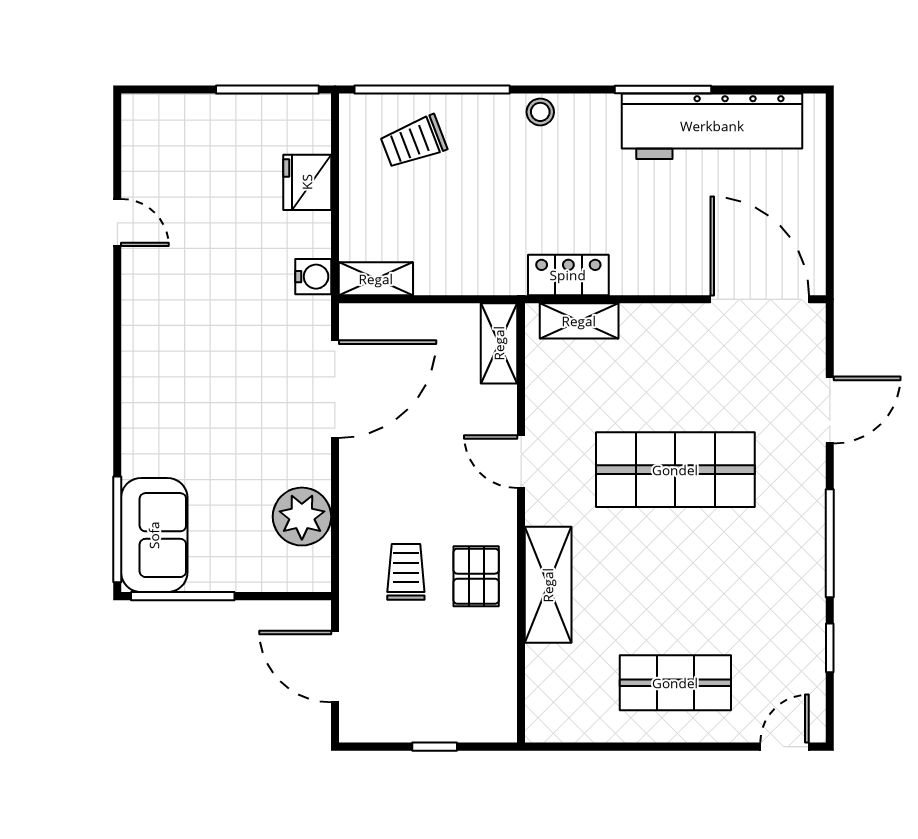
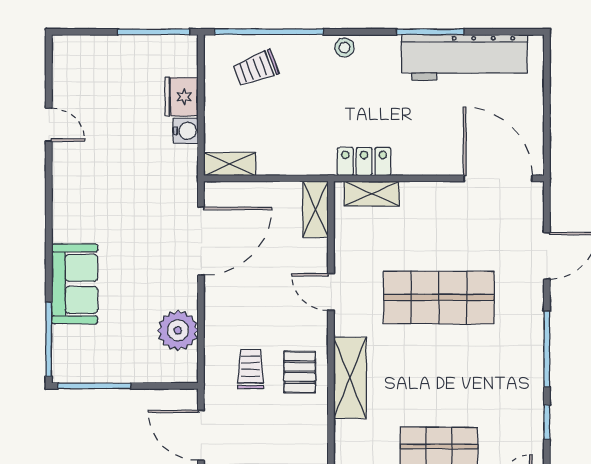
water cooler: (313, 277) -> (186, 131), moved
sofa: (154, 535) -> (75, 284), moved

